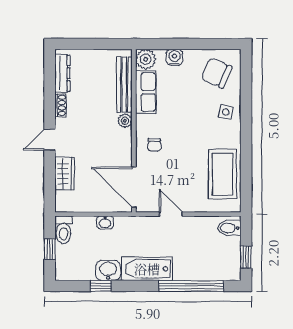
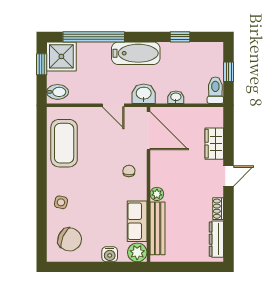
shower: (225, 265) -> (61, 56), added
washbasin: (108, 270) -> (144, 94), moved, turned 180

